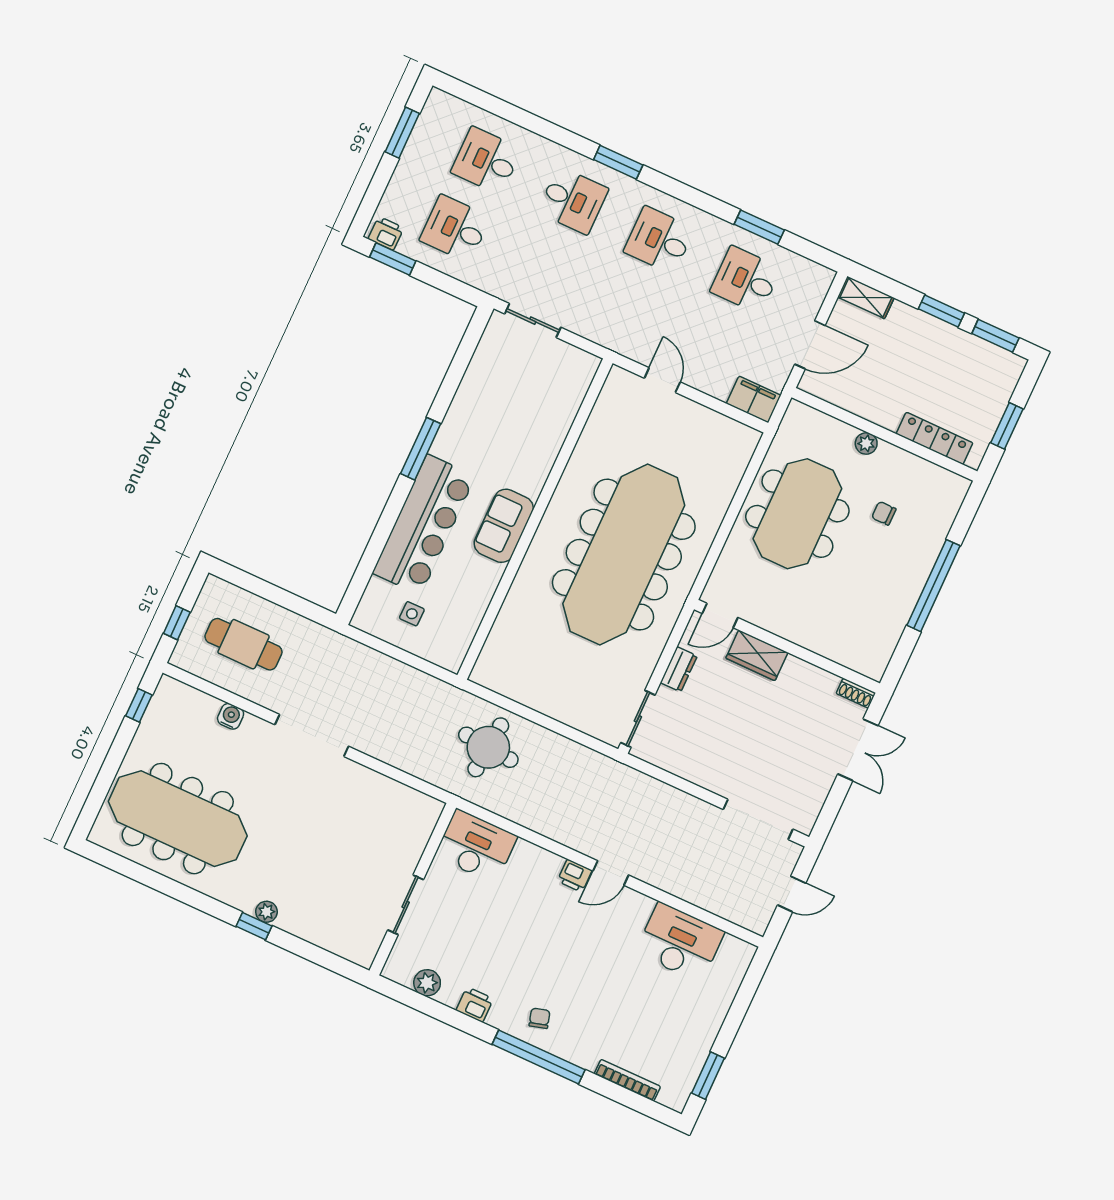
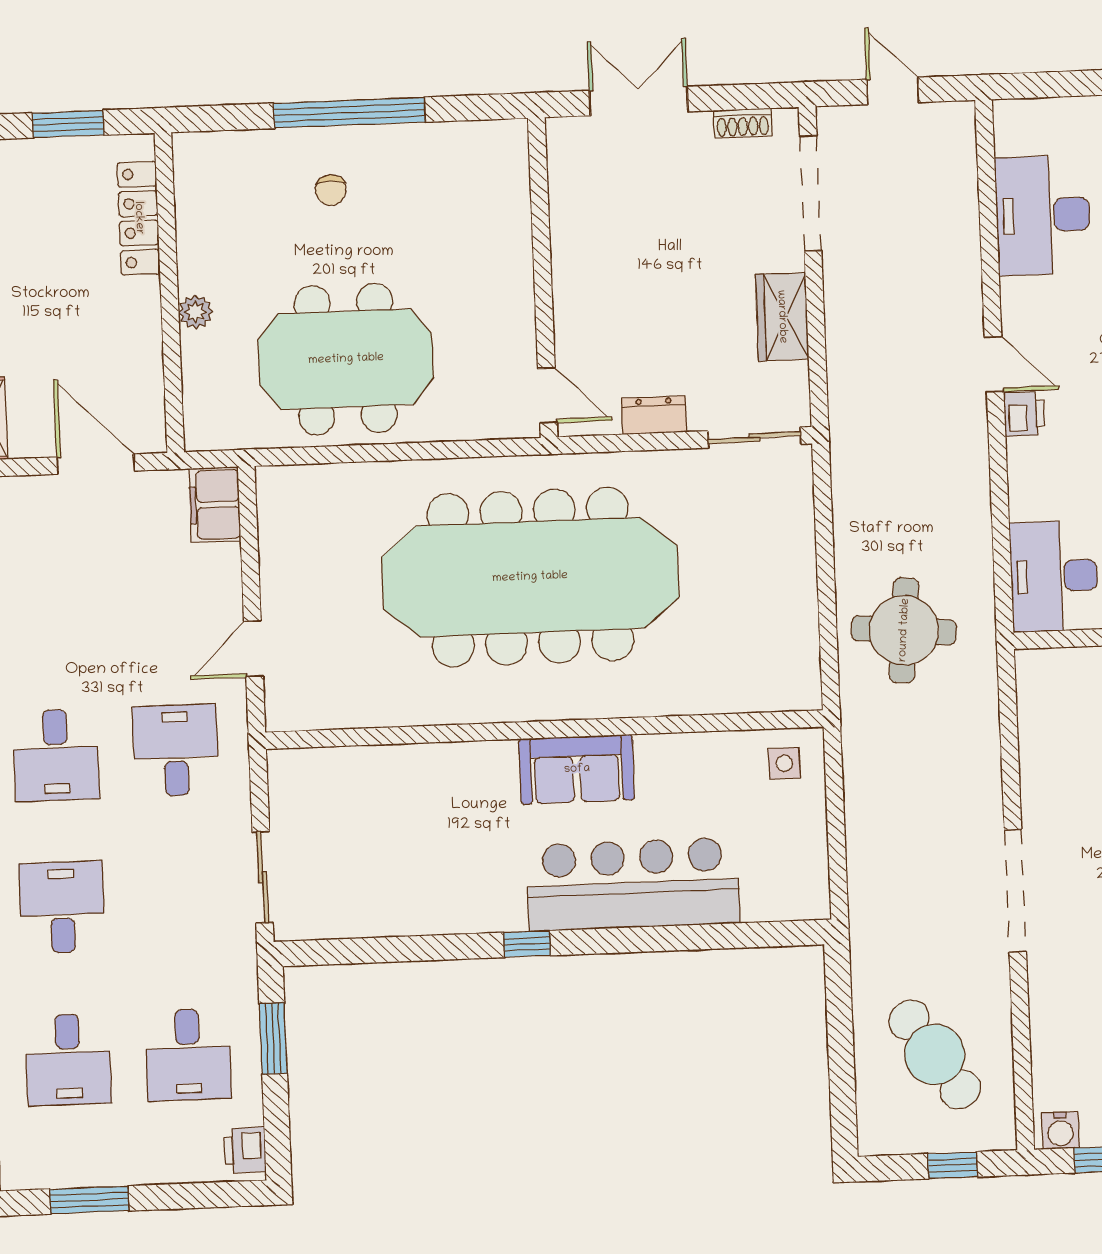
window: (393, 259) -> (273, 1038), moved
desk: (746, 280) -> (176, 750), moved, turned 180
window: (421, 449) -> (527, 944), width x0.46
chair: (884, 513) -> (331, 190), moved
side table: (412, 614) -> (784, 763), moved
cafe table: (244, 644) -> (935, 1055), turned -34
wardrobe: (757, 655) -> (782, 317), moved, turned 180
shoe rack: (856, 693) -> (743, 123), moved, turned 90
water cooler: (231, 716) -> (1060, 1130), moved, turned -90

